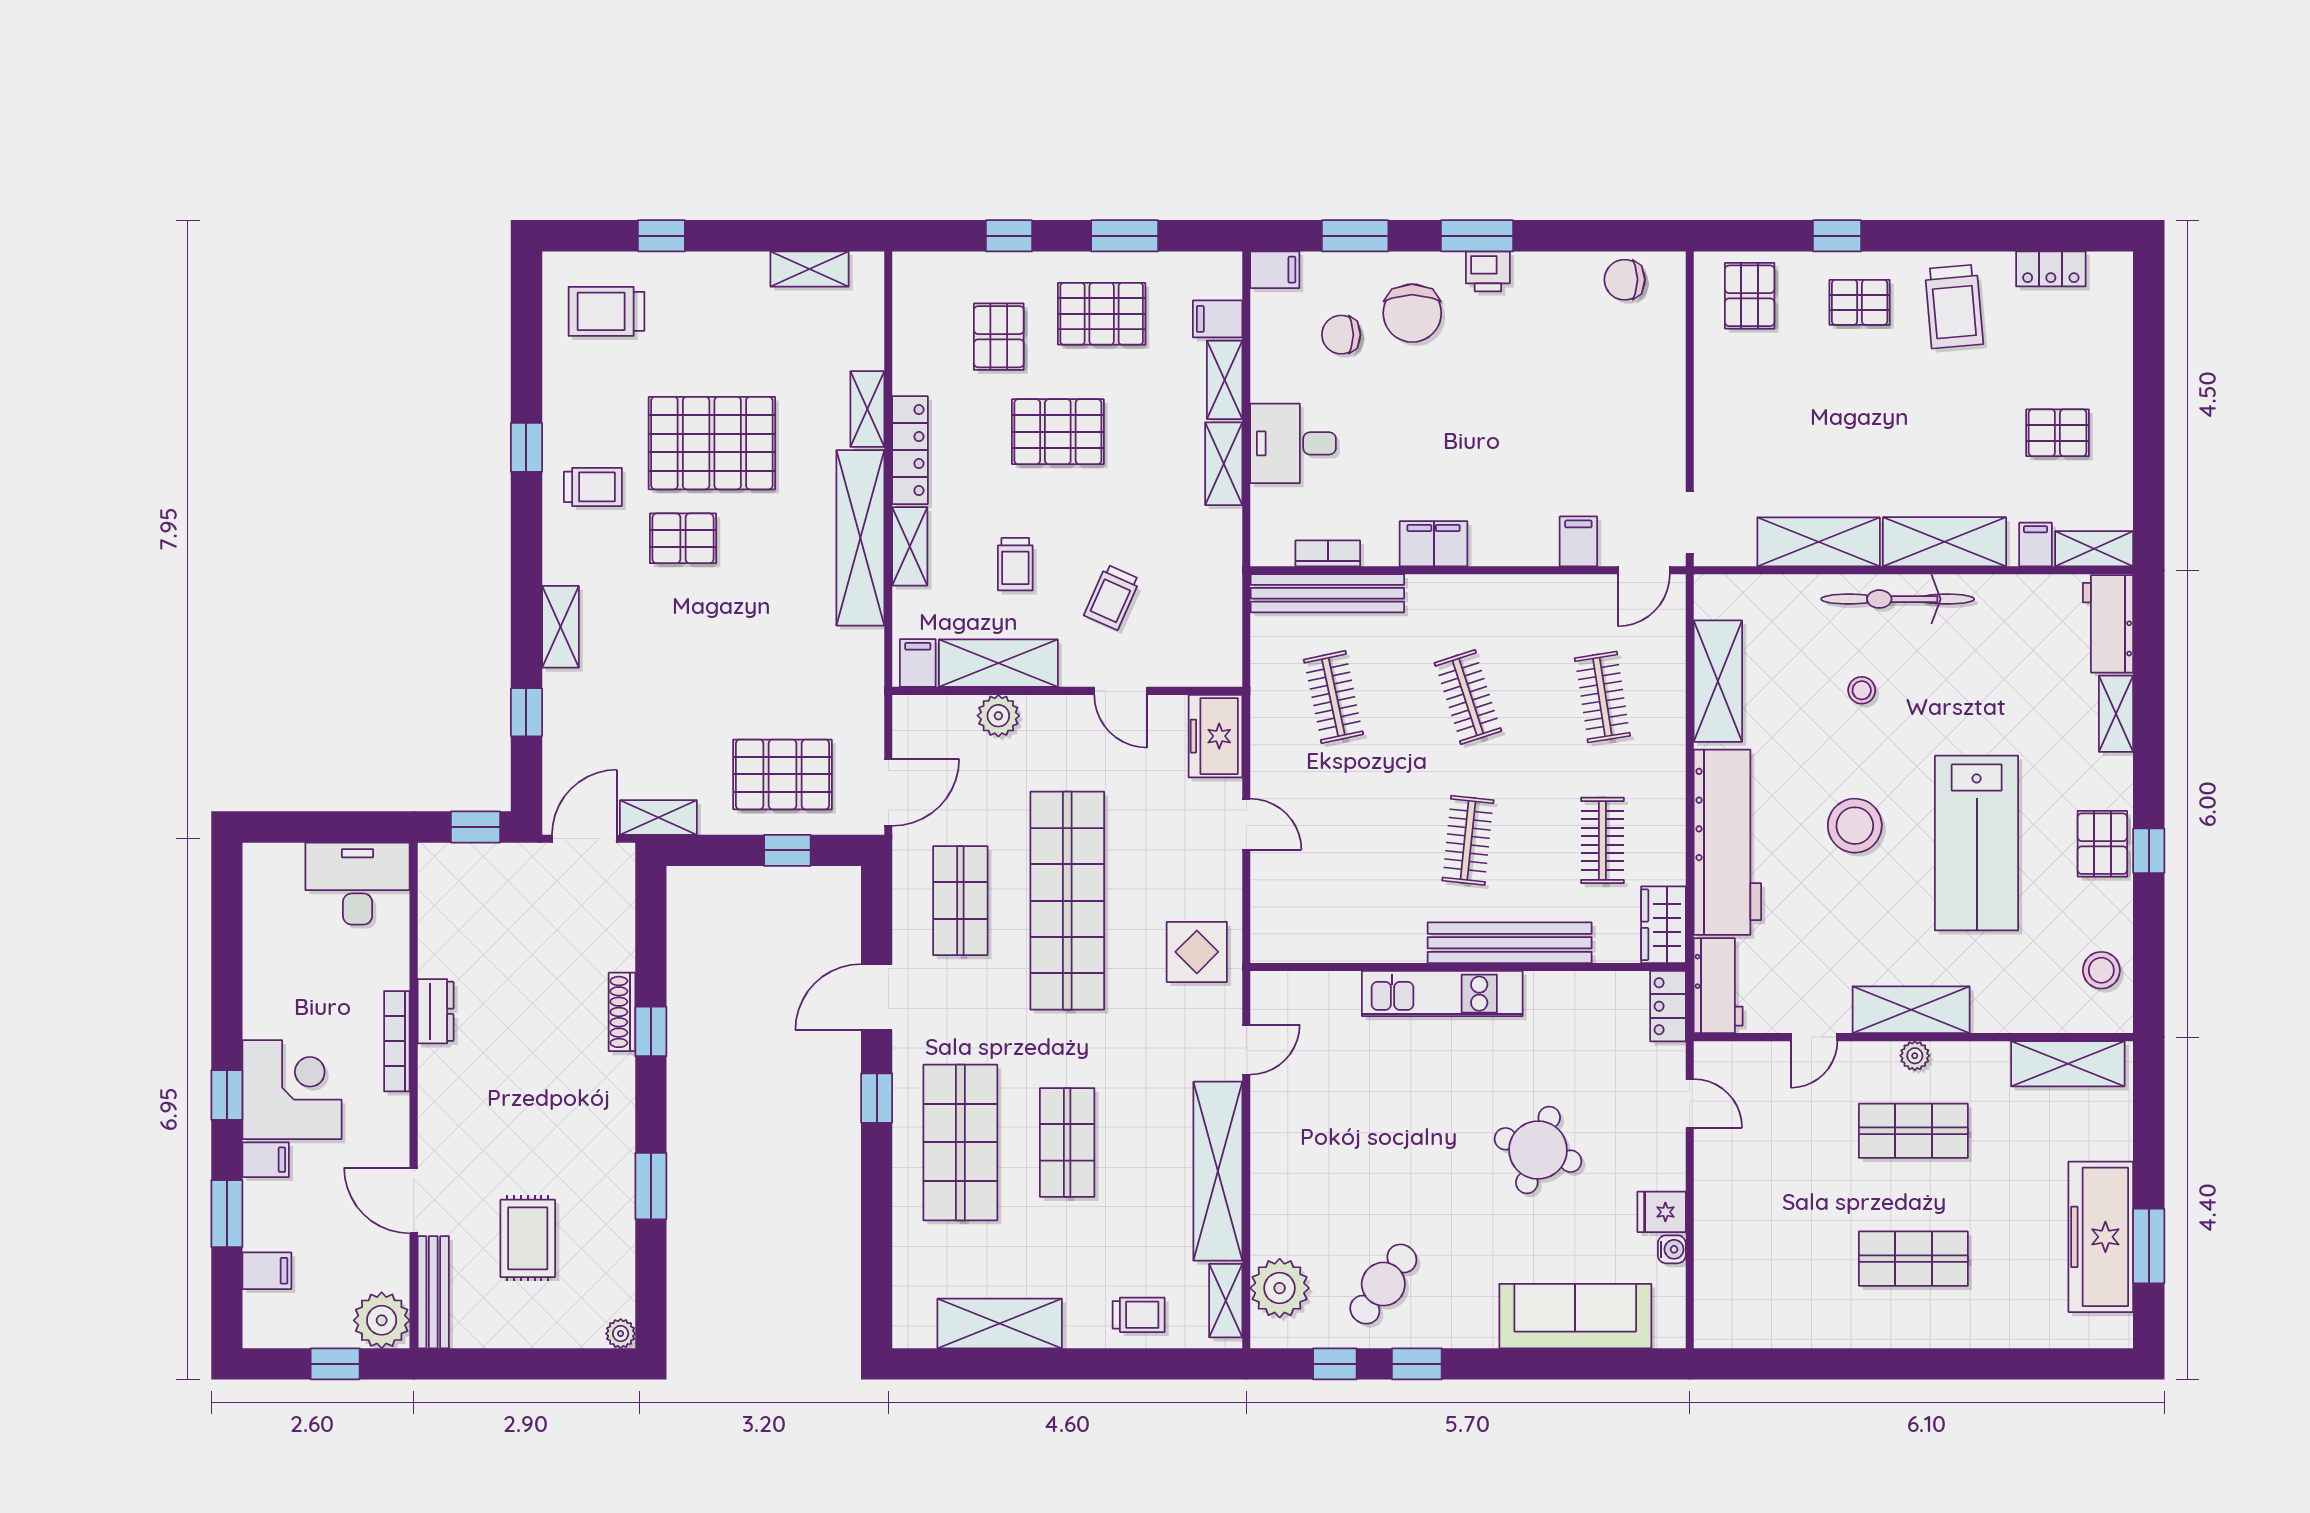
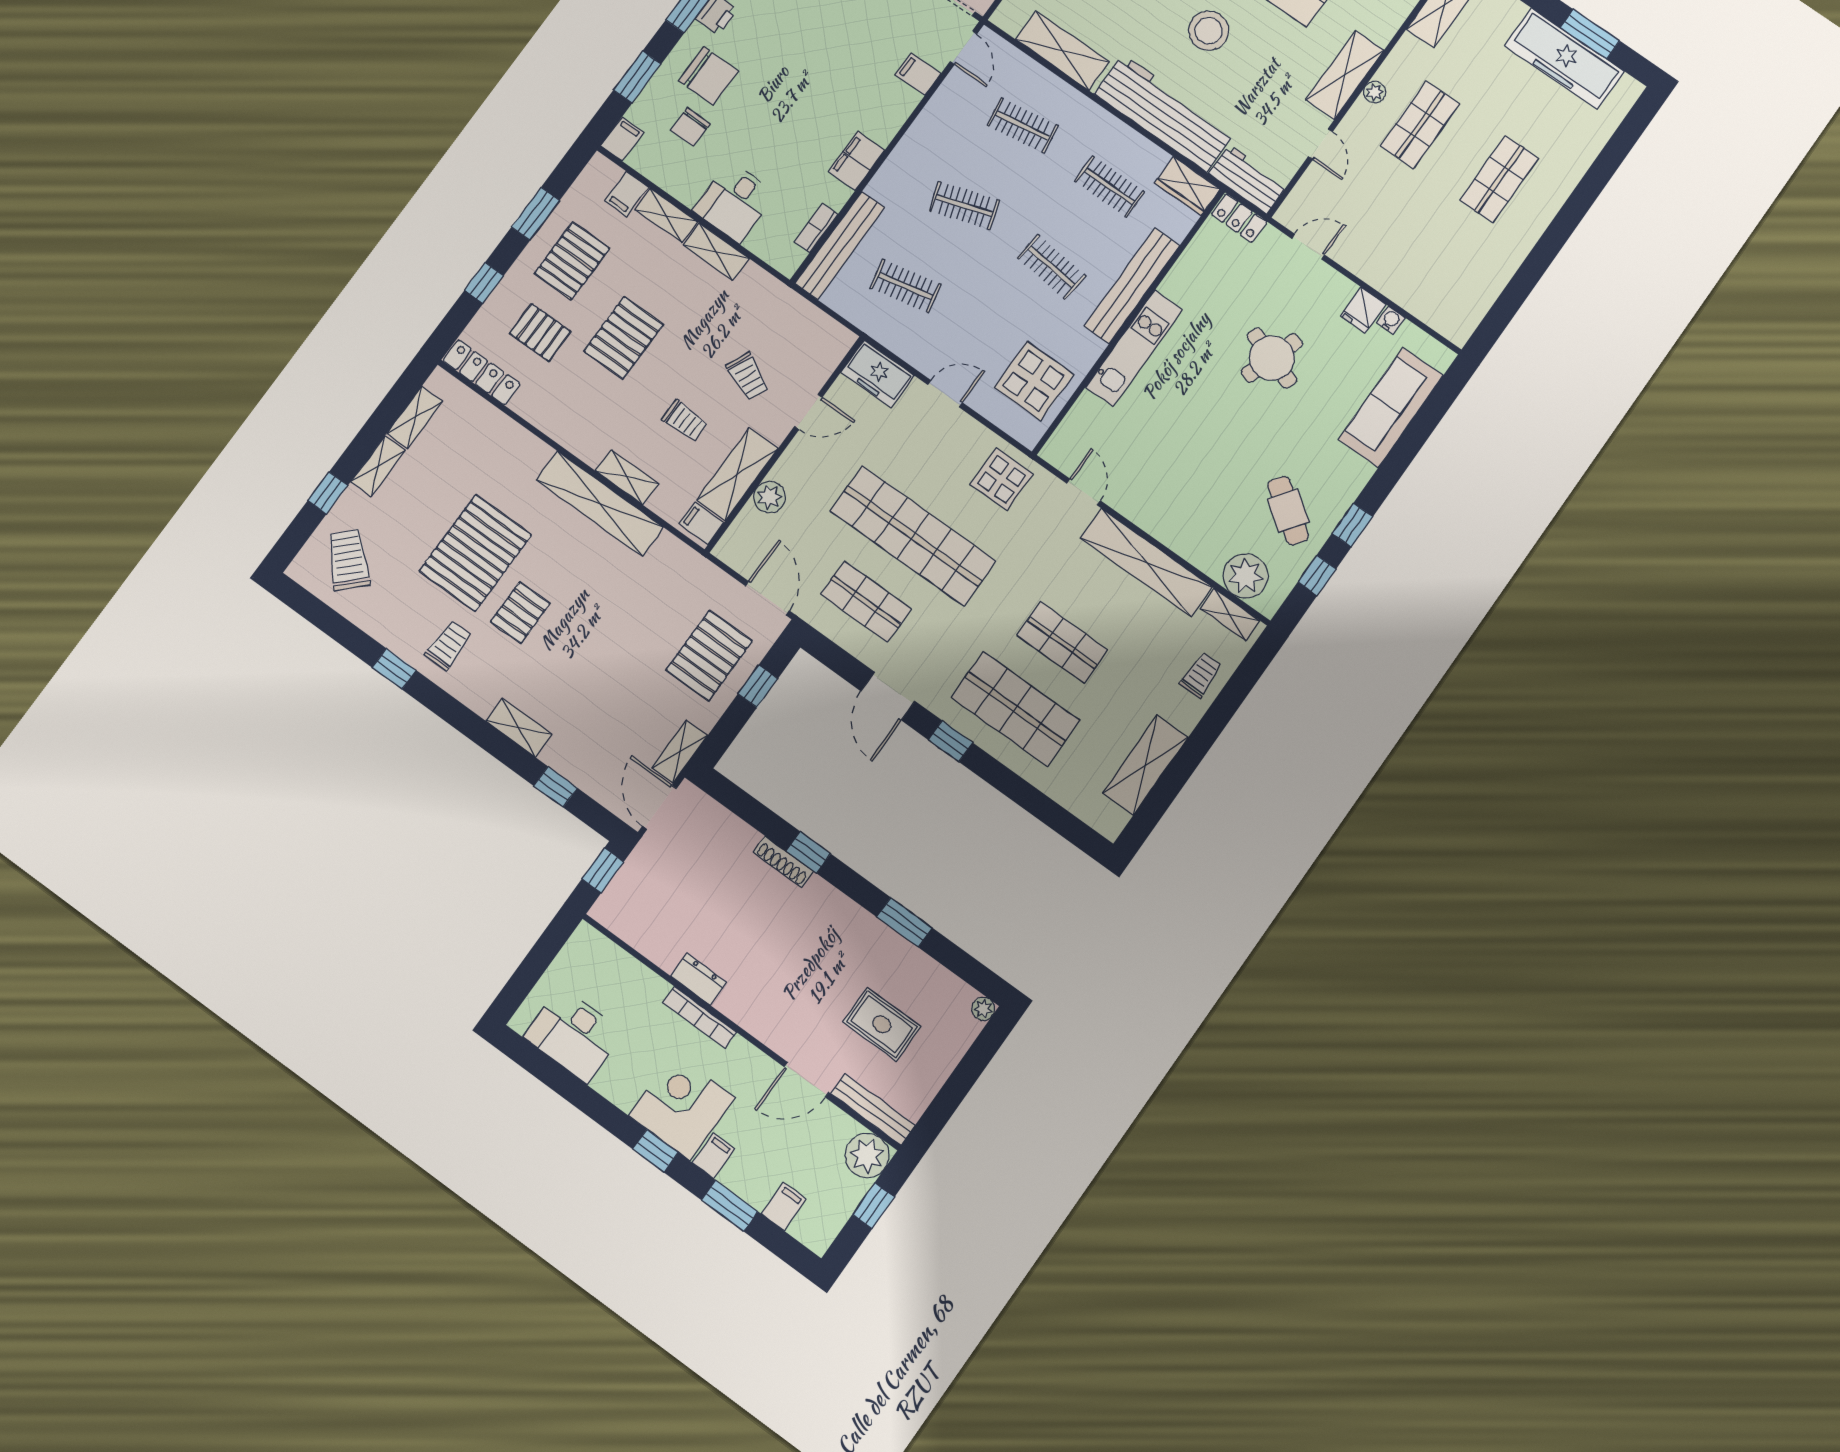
trolley: (606, 311) -> (348, 560), turned 135
shelving: (867, 409) -> (378, 466), moved, turned 90
locker: (910, 450) -> (482, 372), moved
desk: (358, 884) -> (573, 1035), moved, turned -90
display table: (1329, 910) -> (1034, 381), added

